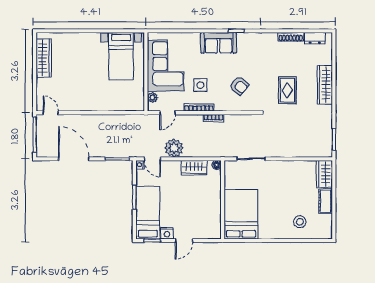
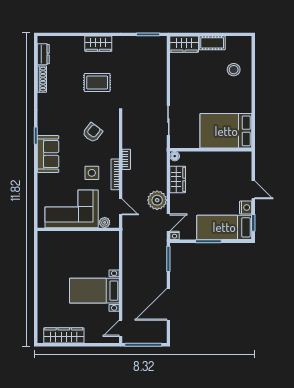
bed with nightstands: (121, 56) -> (94, 291), moved, turned 180
wardrobe: (325, 85) -> (98, 44), width x0.67

